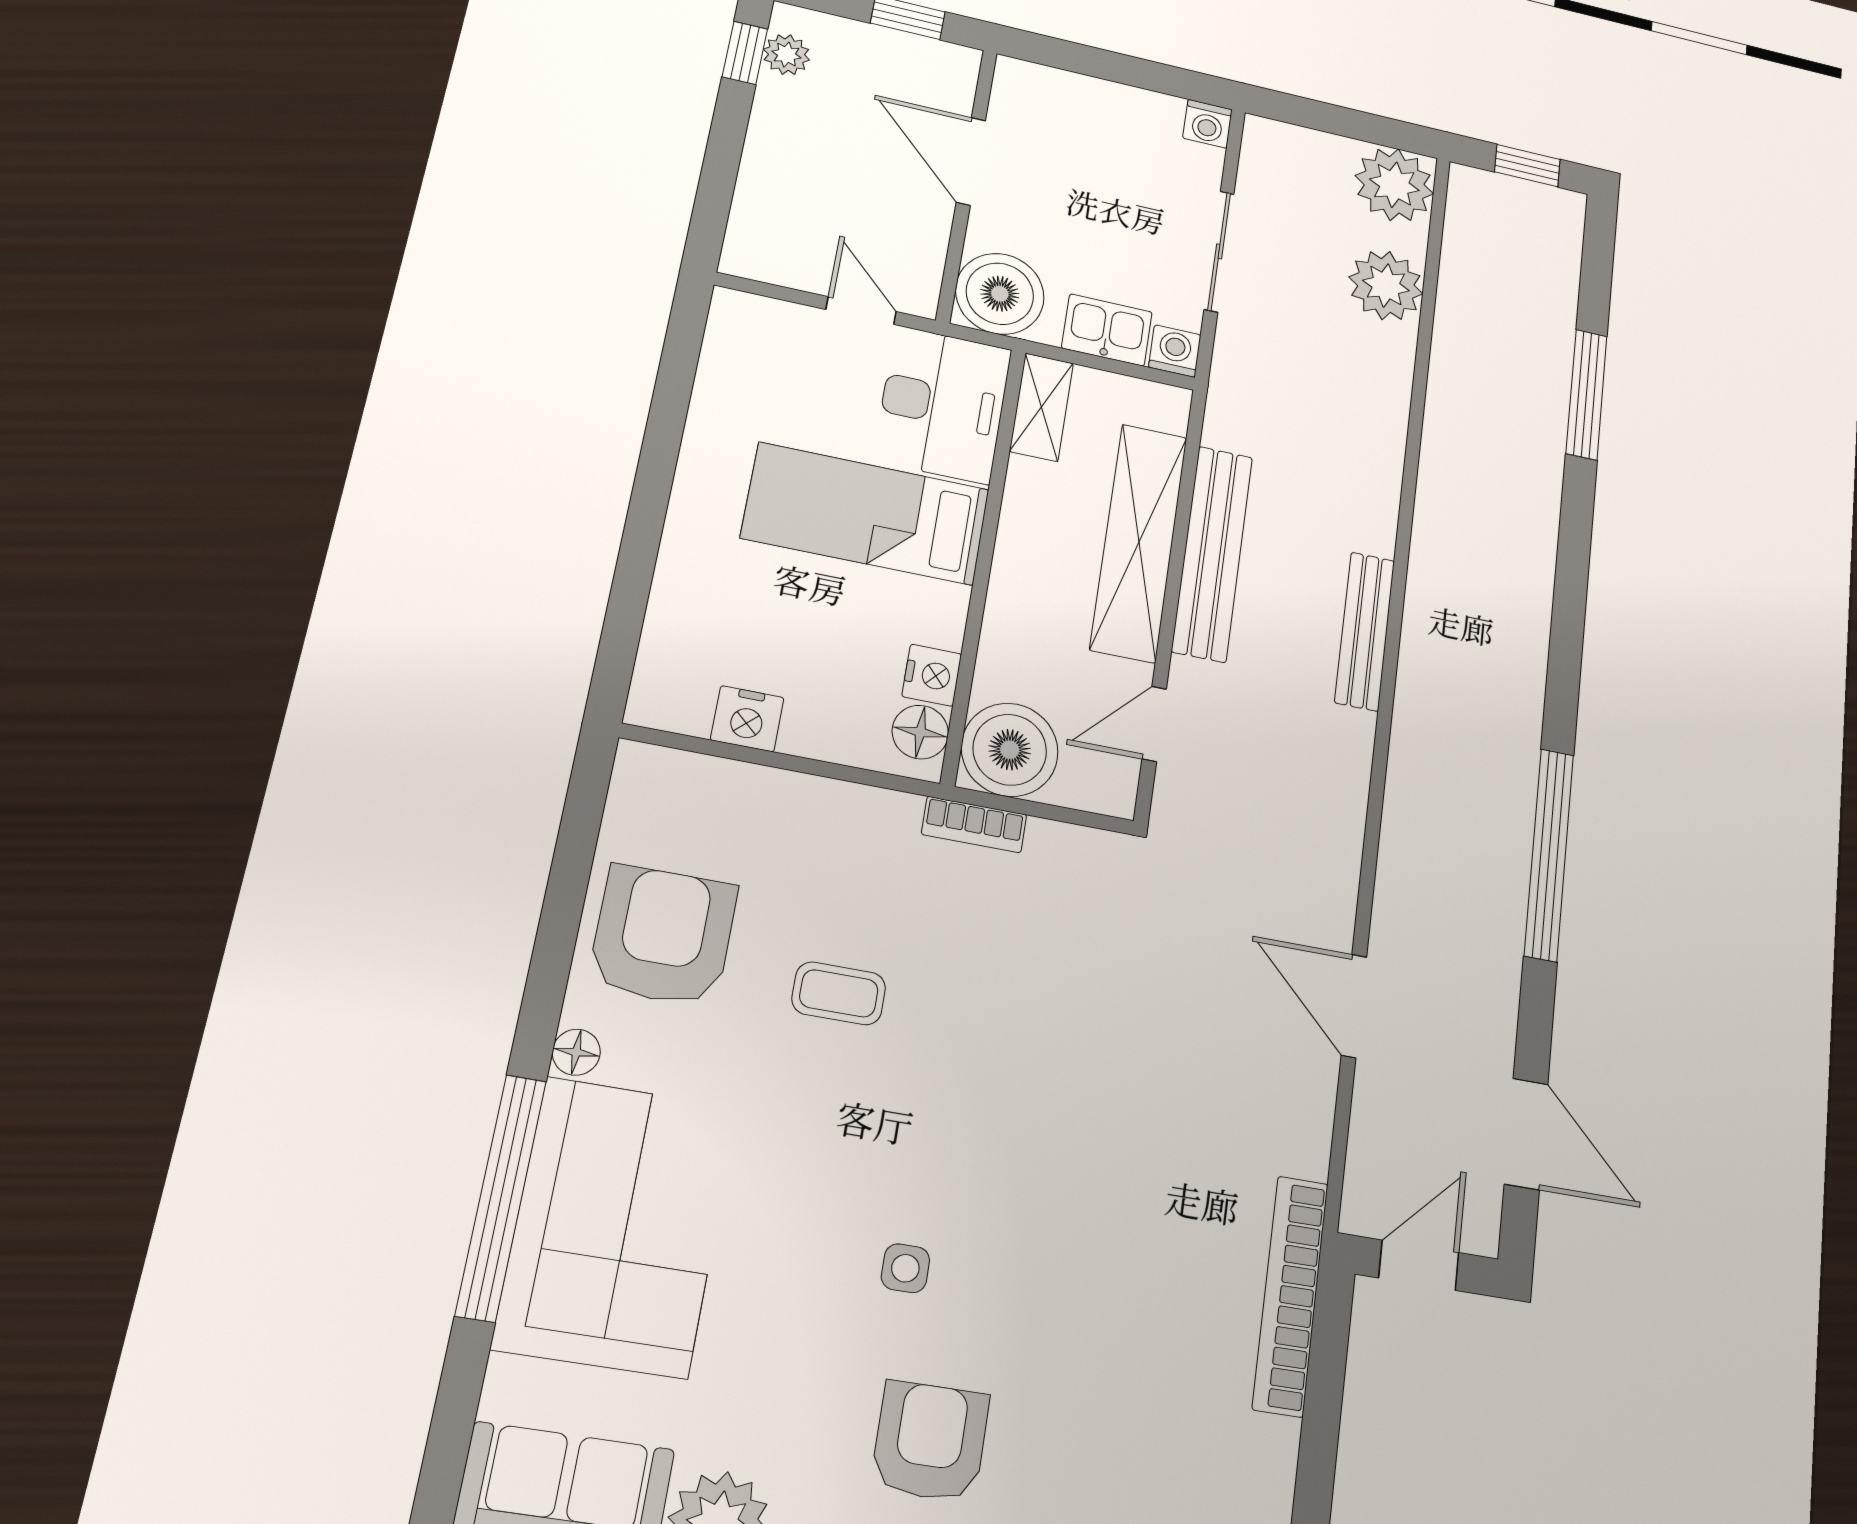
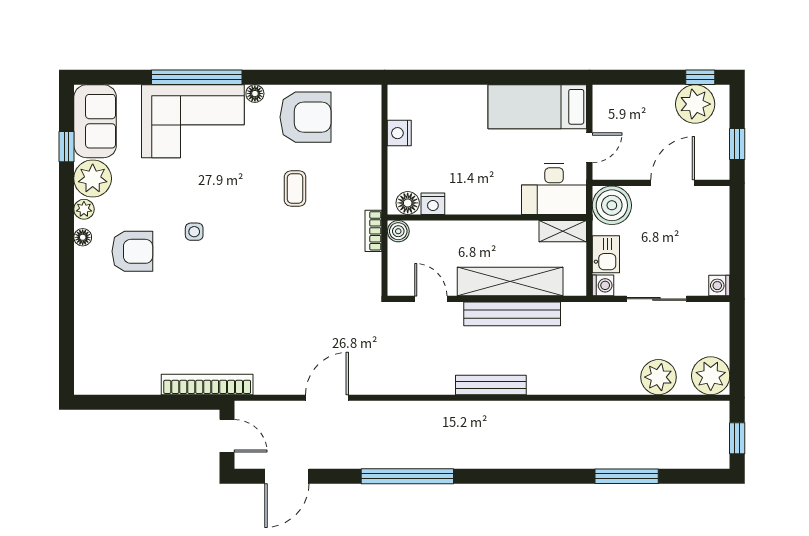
plant: (786, 55) -> (695, 104), width x1.88, depth x1.88
bed: (866, 514) -> (537, 107), moved, turned -90
boiler: (1010, 750) -> (398, 231), width x0.54, depth x0.54

